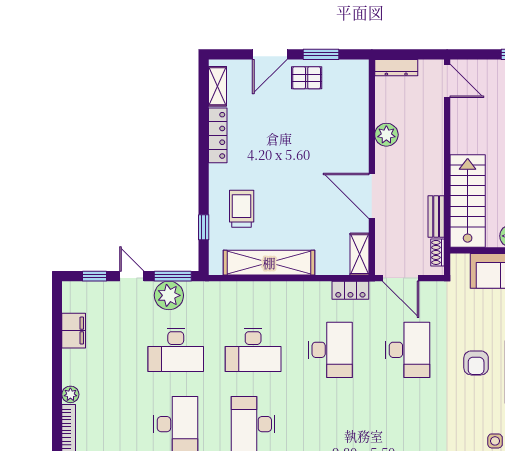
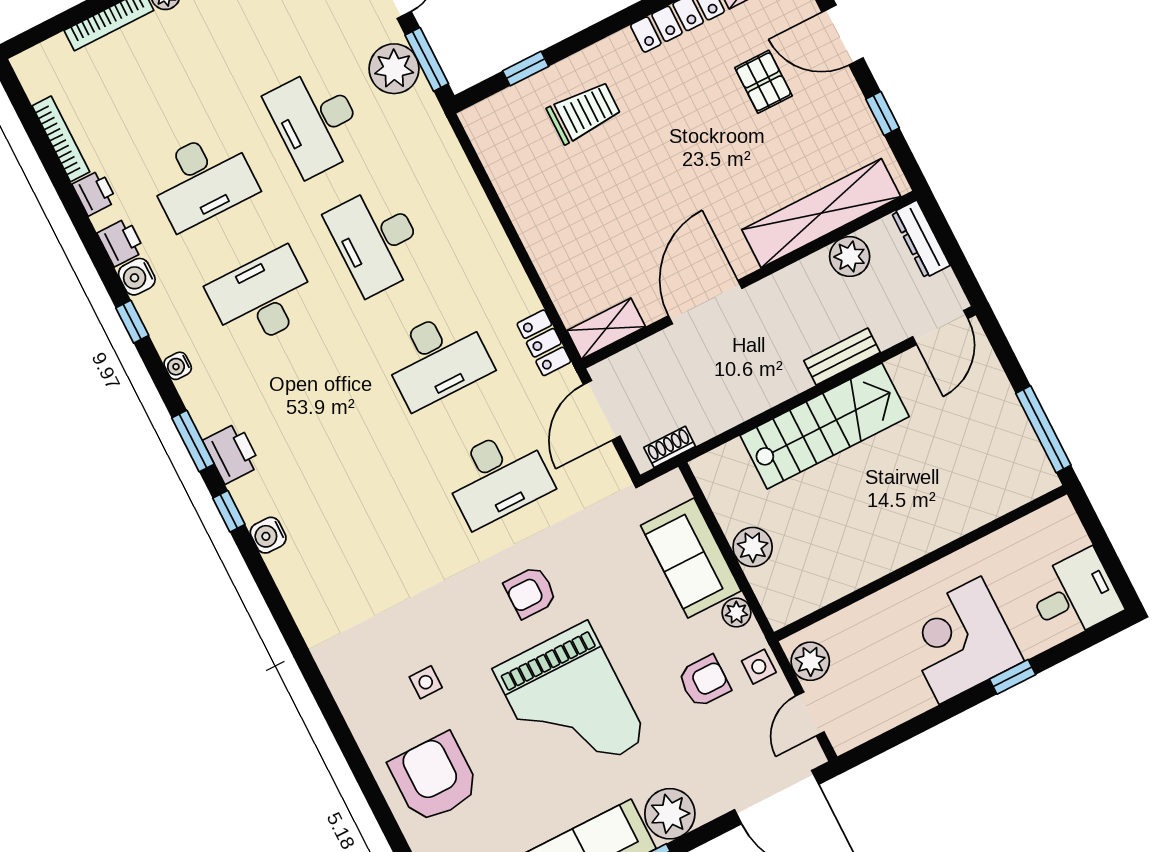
window: (321, 54) -> (882, 113), width x0.67
pallet: (307, 78) -> (763, 82), moved
plant: (386, 135) -> (850, 257), moved
stairs: (468, 201) -> (825, 426), moved
bench: (436, 216) -> (842, 356), moved
shelving: (269, 263) -> (821, 213), moved, turned 90

